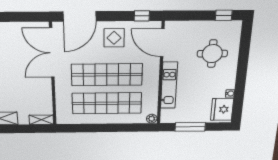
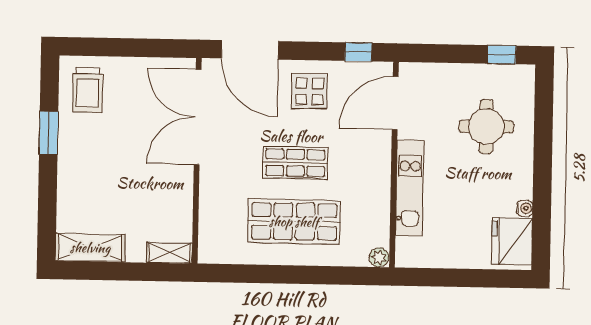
door: (80, 16) -> (250, 50), hinge flipped
door: (162, 43) -> (395, 103), hinge flipped
shop shelf: (107, 75) -> (295, 163), width x0.50, depth x0.74
shop shelf: (107, 103) -> (294, 222), width x0.71
window: (190, 127) -> (453, 278), removed

